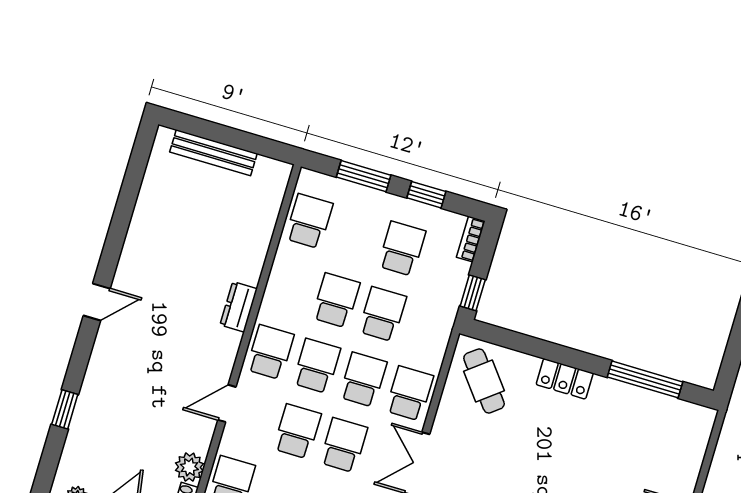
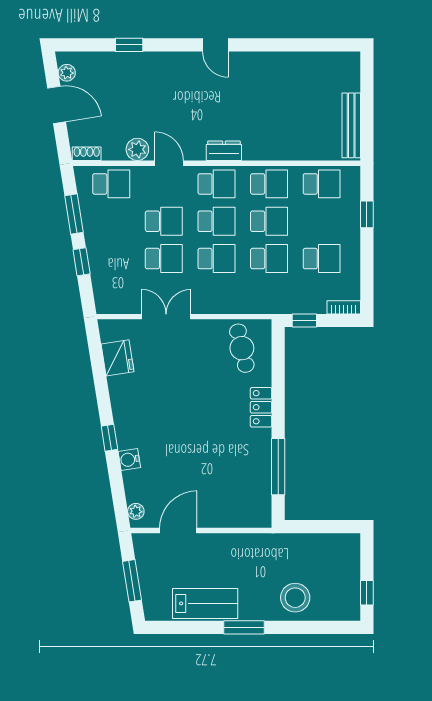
bench: (213, 153) -> (351, 125), moved
window: (364, 176) -> (367, 214), width x0.67
window: (426, 195) -> (367, 265), removed
dresser: (239, 307) -> (224, 151), moved
cafe table: (484, 381) -> (242, 348), turned -65
school desk: (410, 393) -> (269, 184), moved
plant: (189, 467) -> (137, 149), moved

